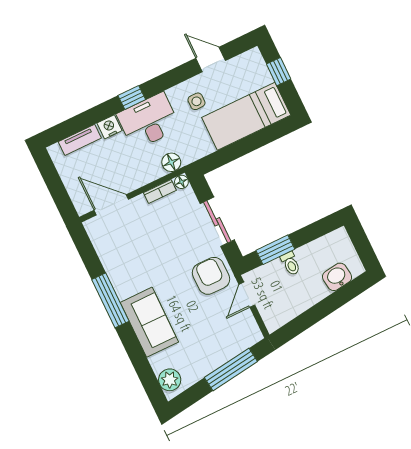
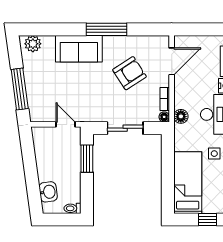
toilet: (290, 264) -> (73, 208), moved
armchair: (211, 276) -> (129, 73), moved, turned -33

